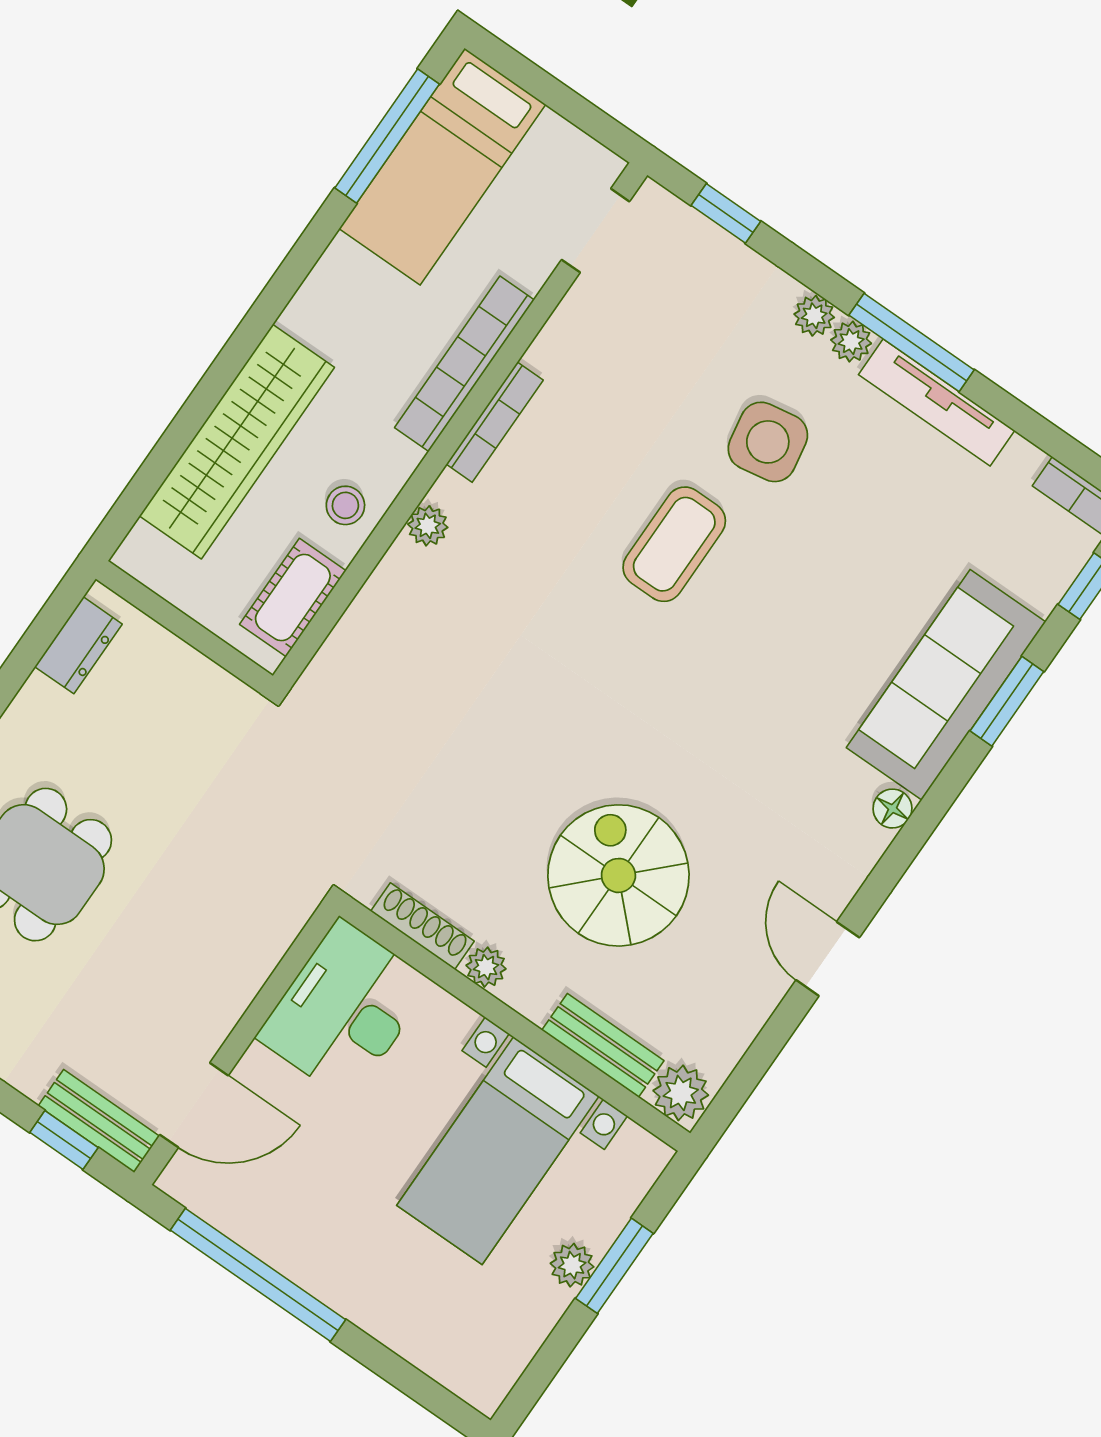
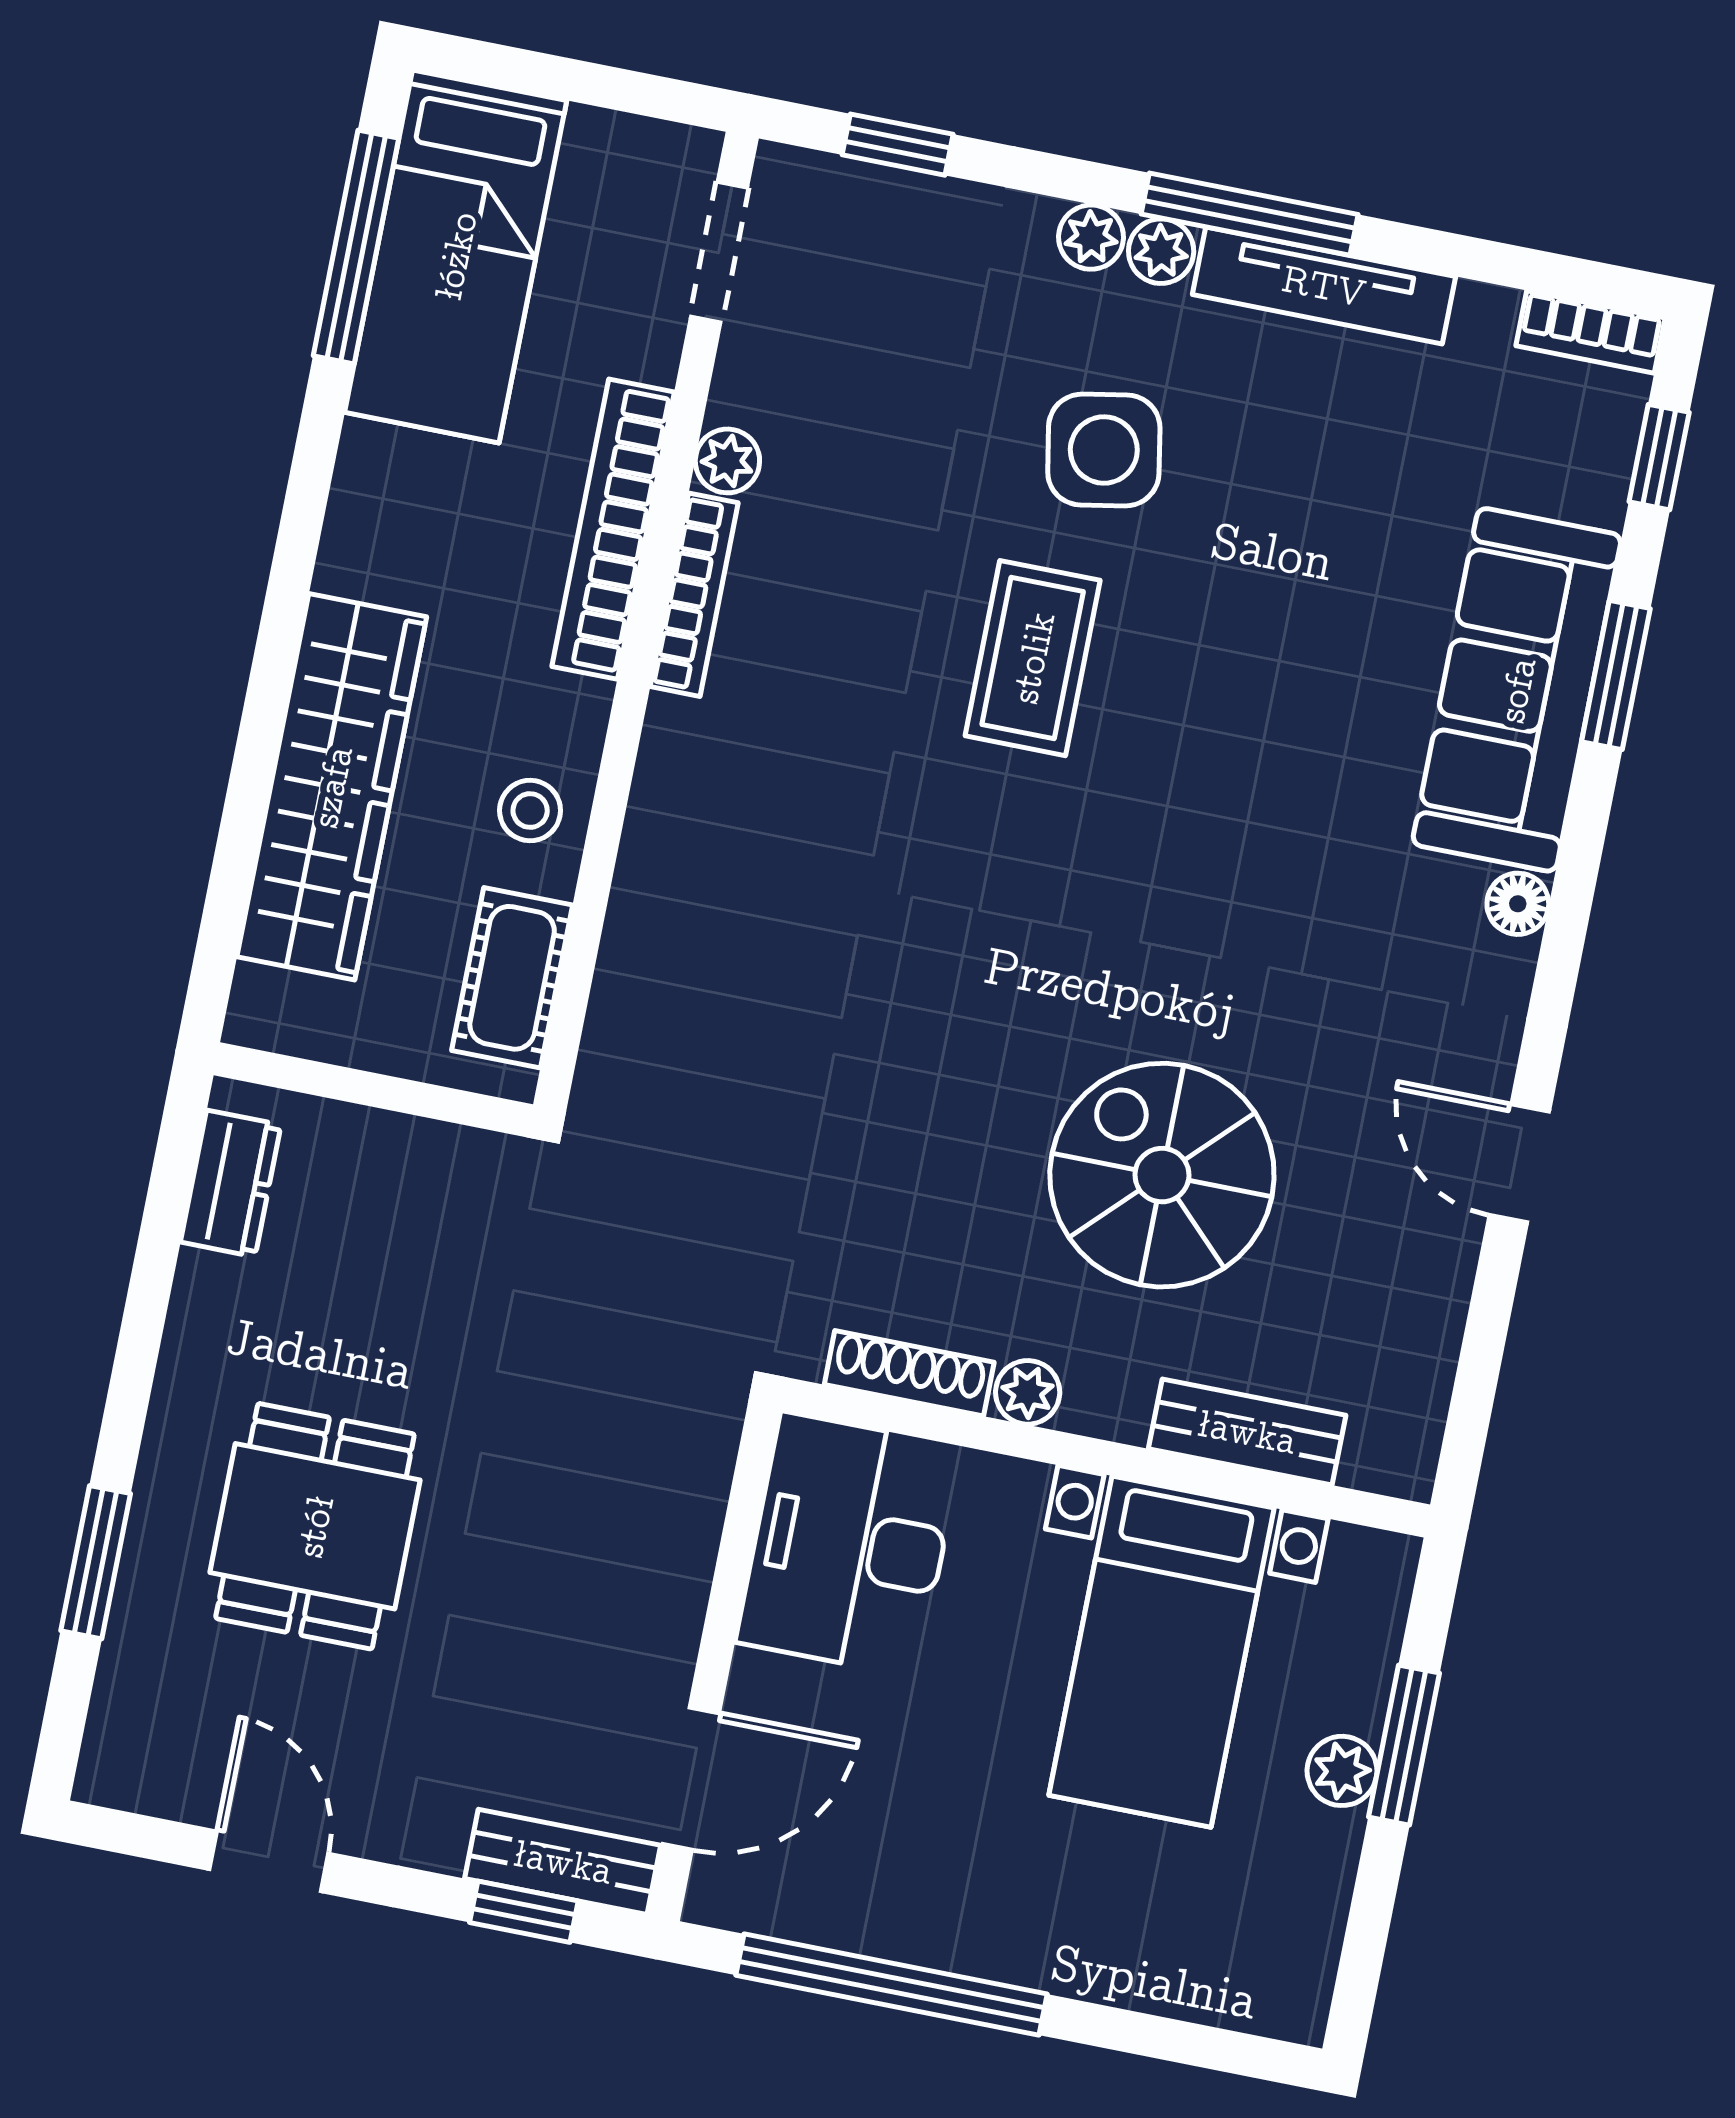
plant: (428, 526) -> (727, 461), moved
plant: (681, 1093) -> (1391, 1452), removed

